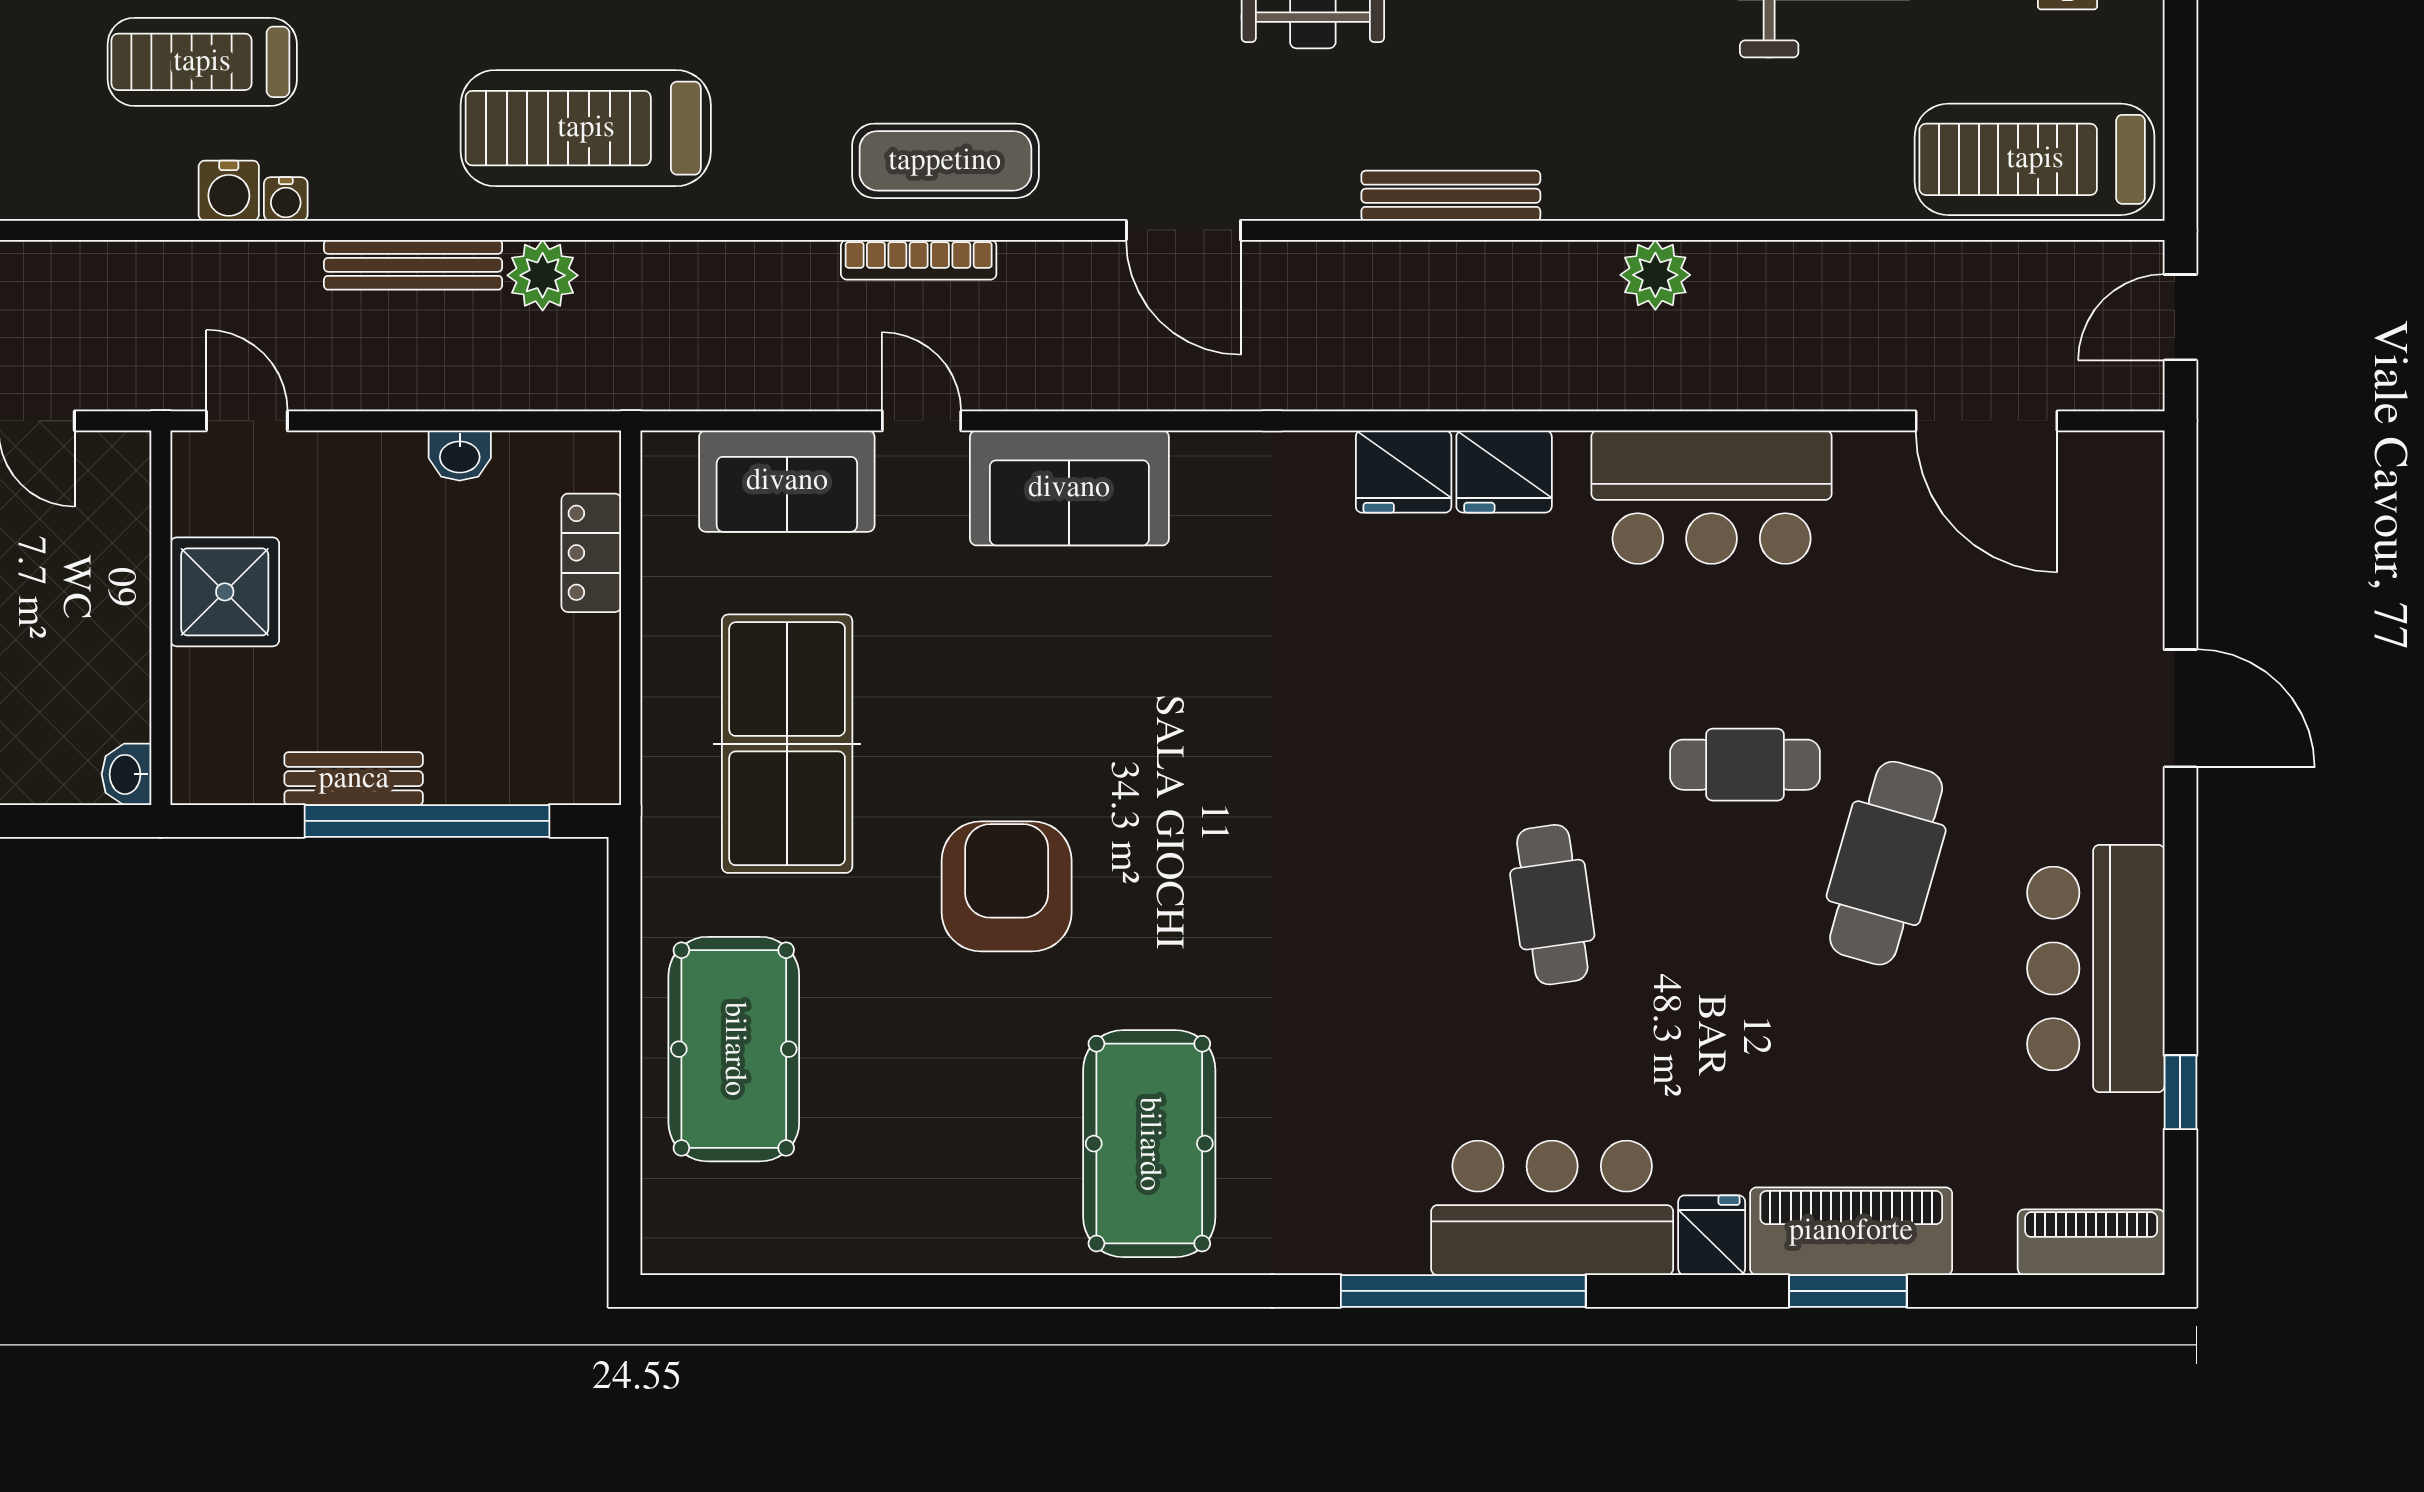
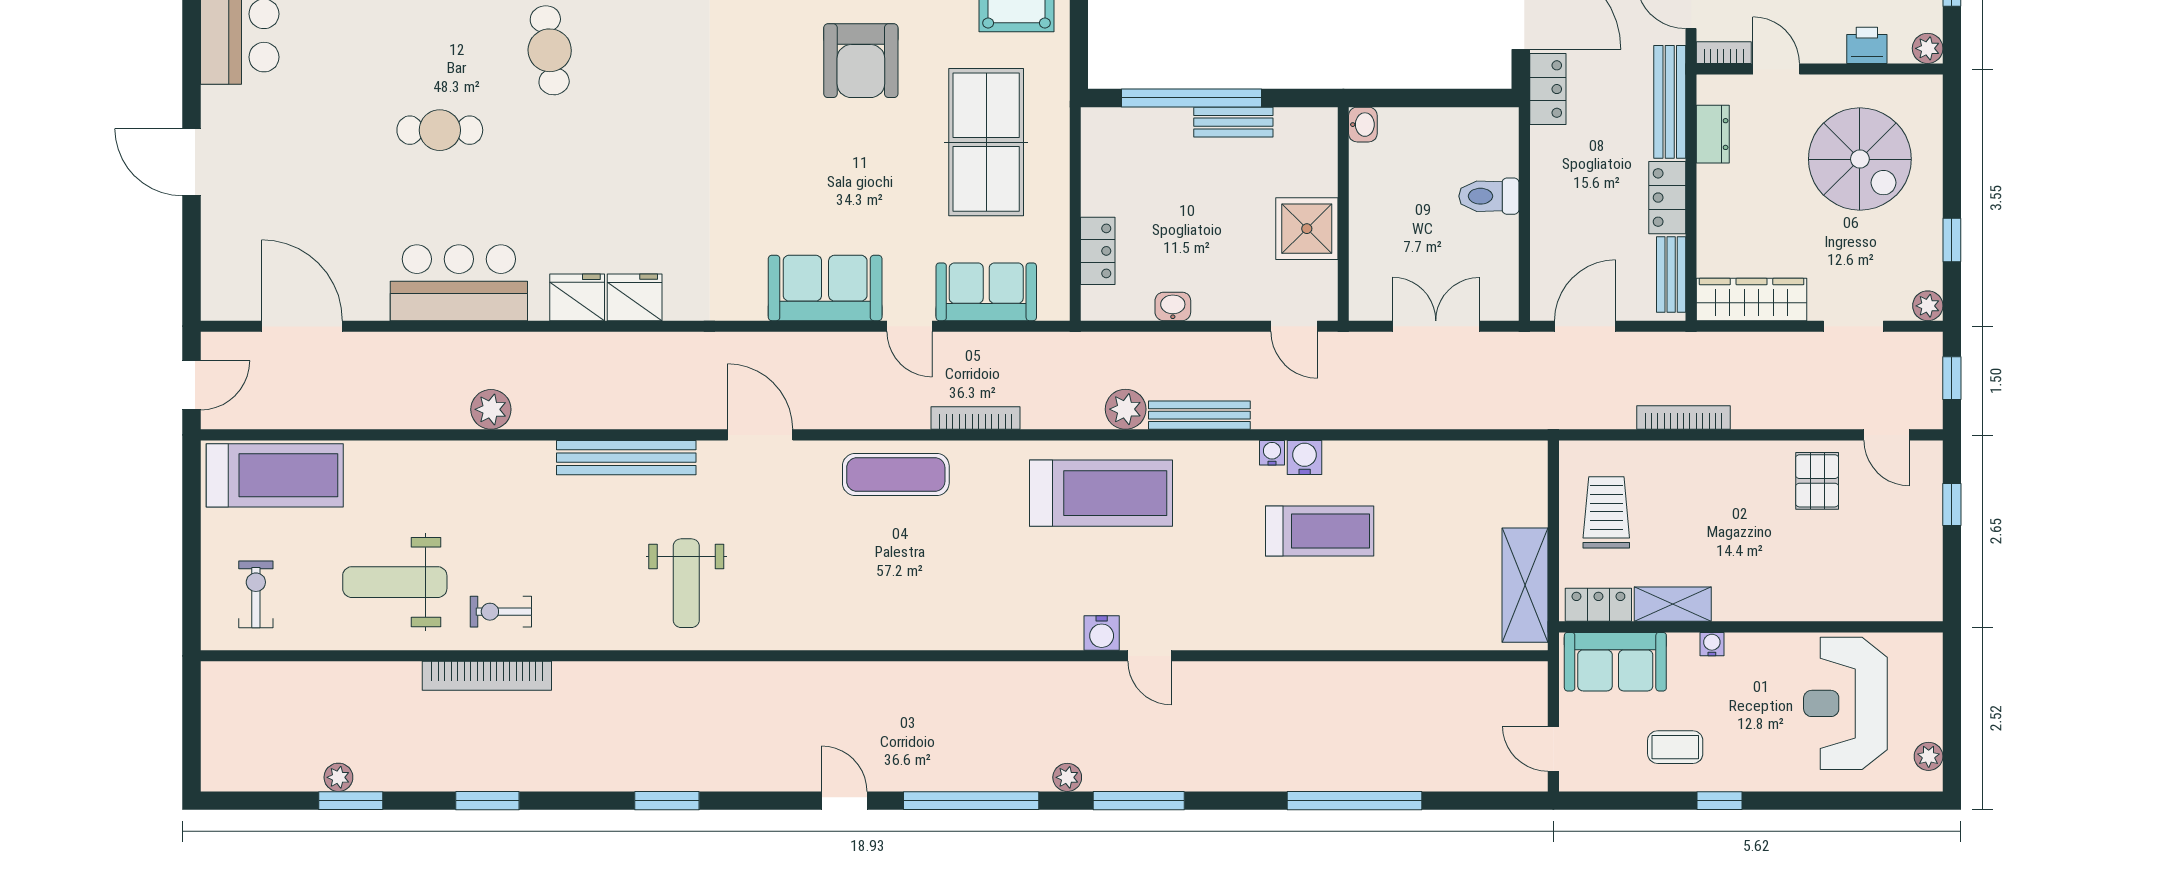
bench: (1451, 196) -> (626, 458), width x1.37, depth x1.21
bookcase: (919, 260) -> (976, 418), moved
cafe table: (1886, 863) -> (359, 74), removed

